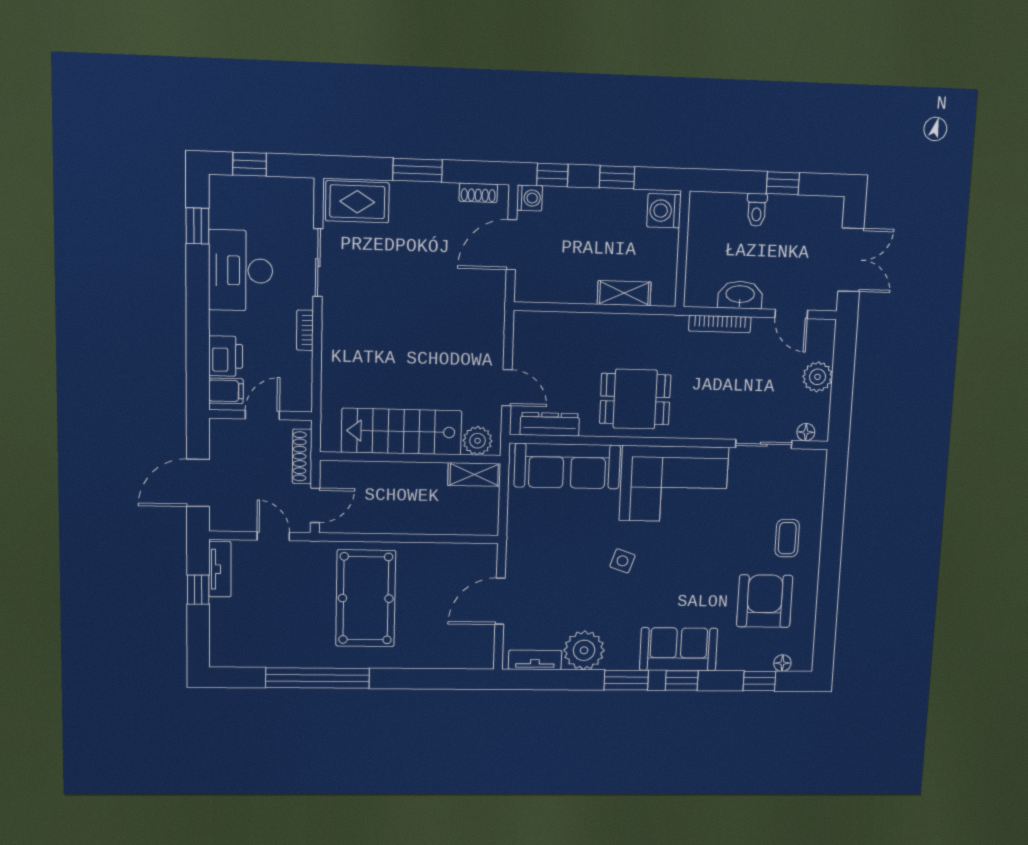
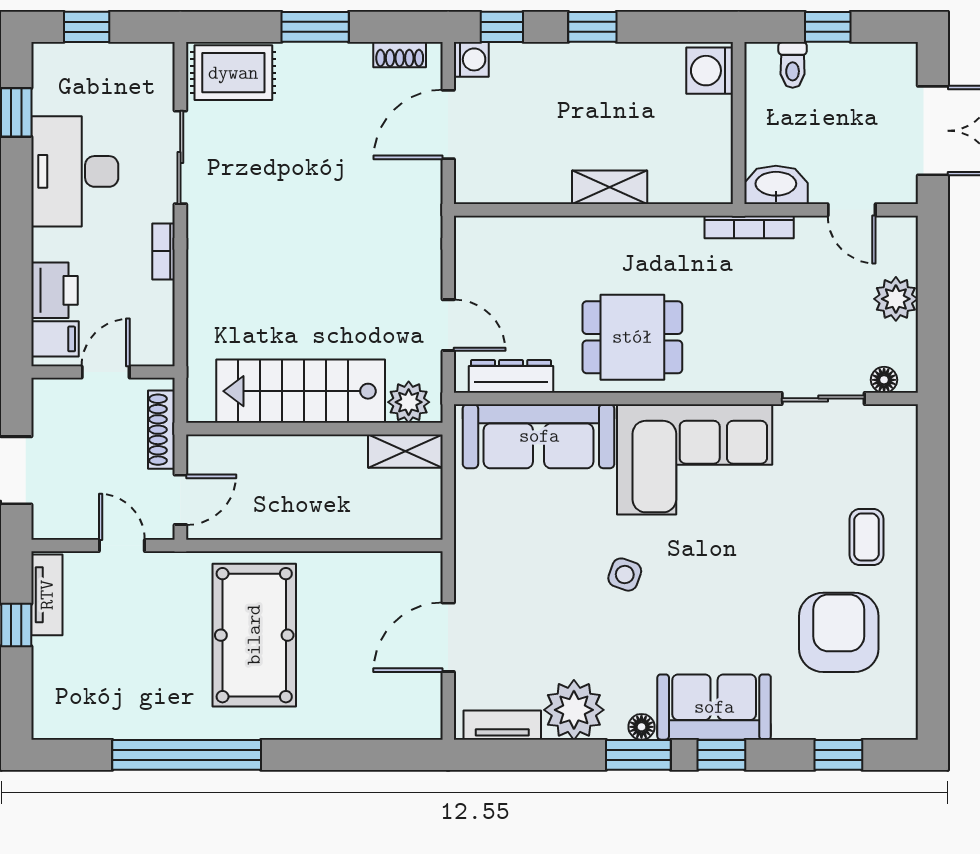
washing machine: (664, 211) -> (710, 71), moved
wall: (682, 249) -> (739, 123), moved
floor lamp: (782, 663) -> (641, 727), moved

